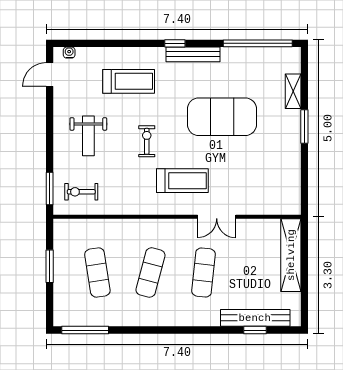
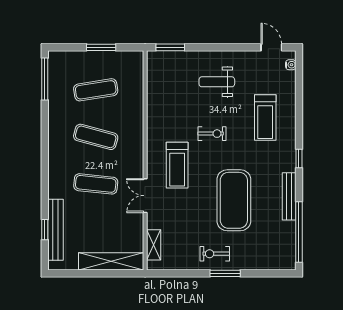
bench: (193, 54) -> (289, 196), moved
shelving: (293, 91) -> (154, 245), moved, turned 90
exercise bike: (81, 192) -> (215, 254), moved, turned -90

